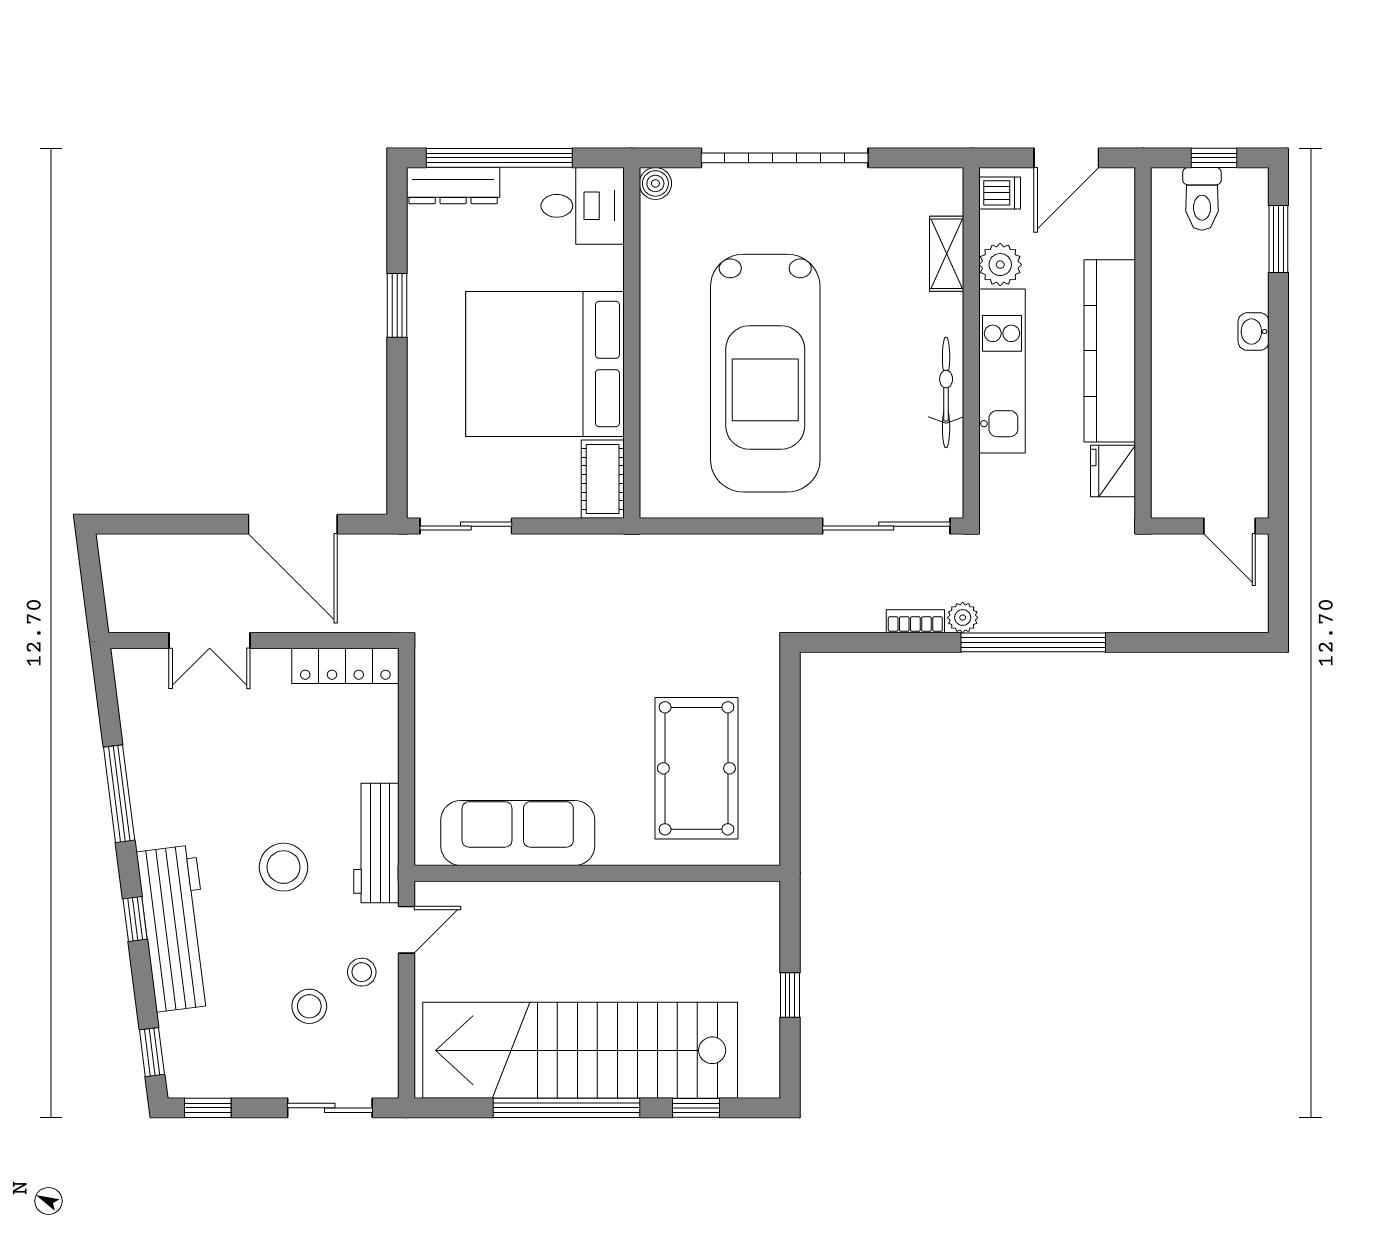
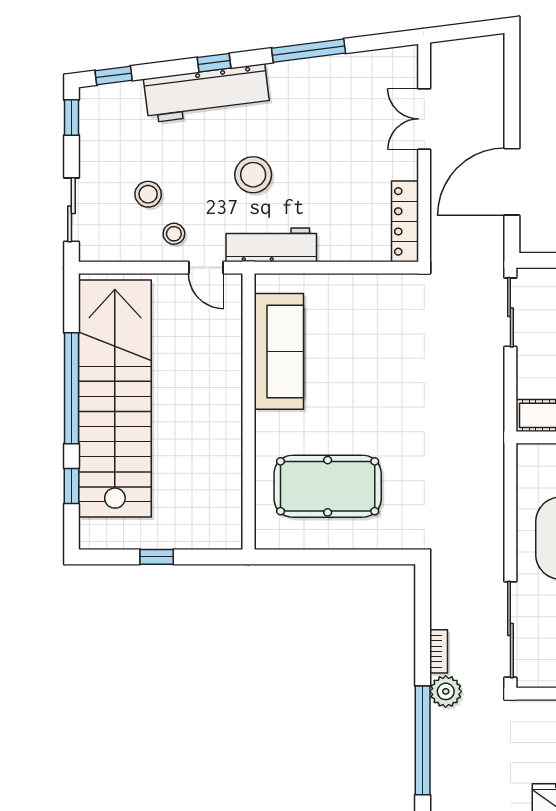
plant: (963, 618) -> (446, 691), width x1.38, depth x1.38

